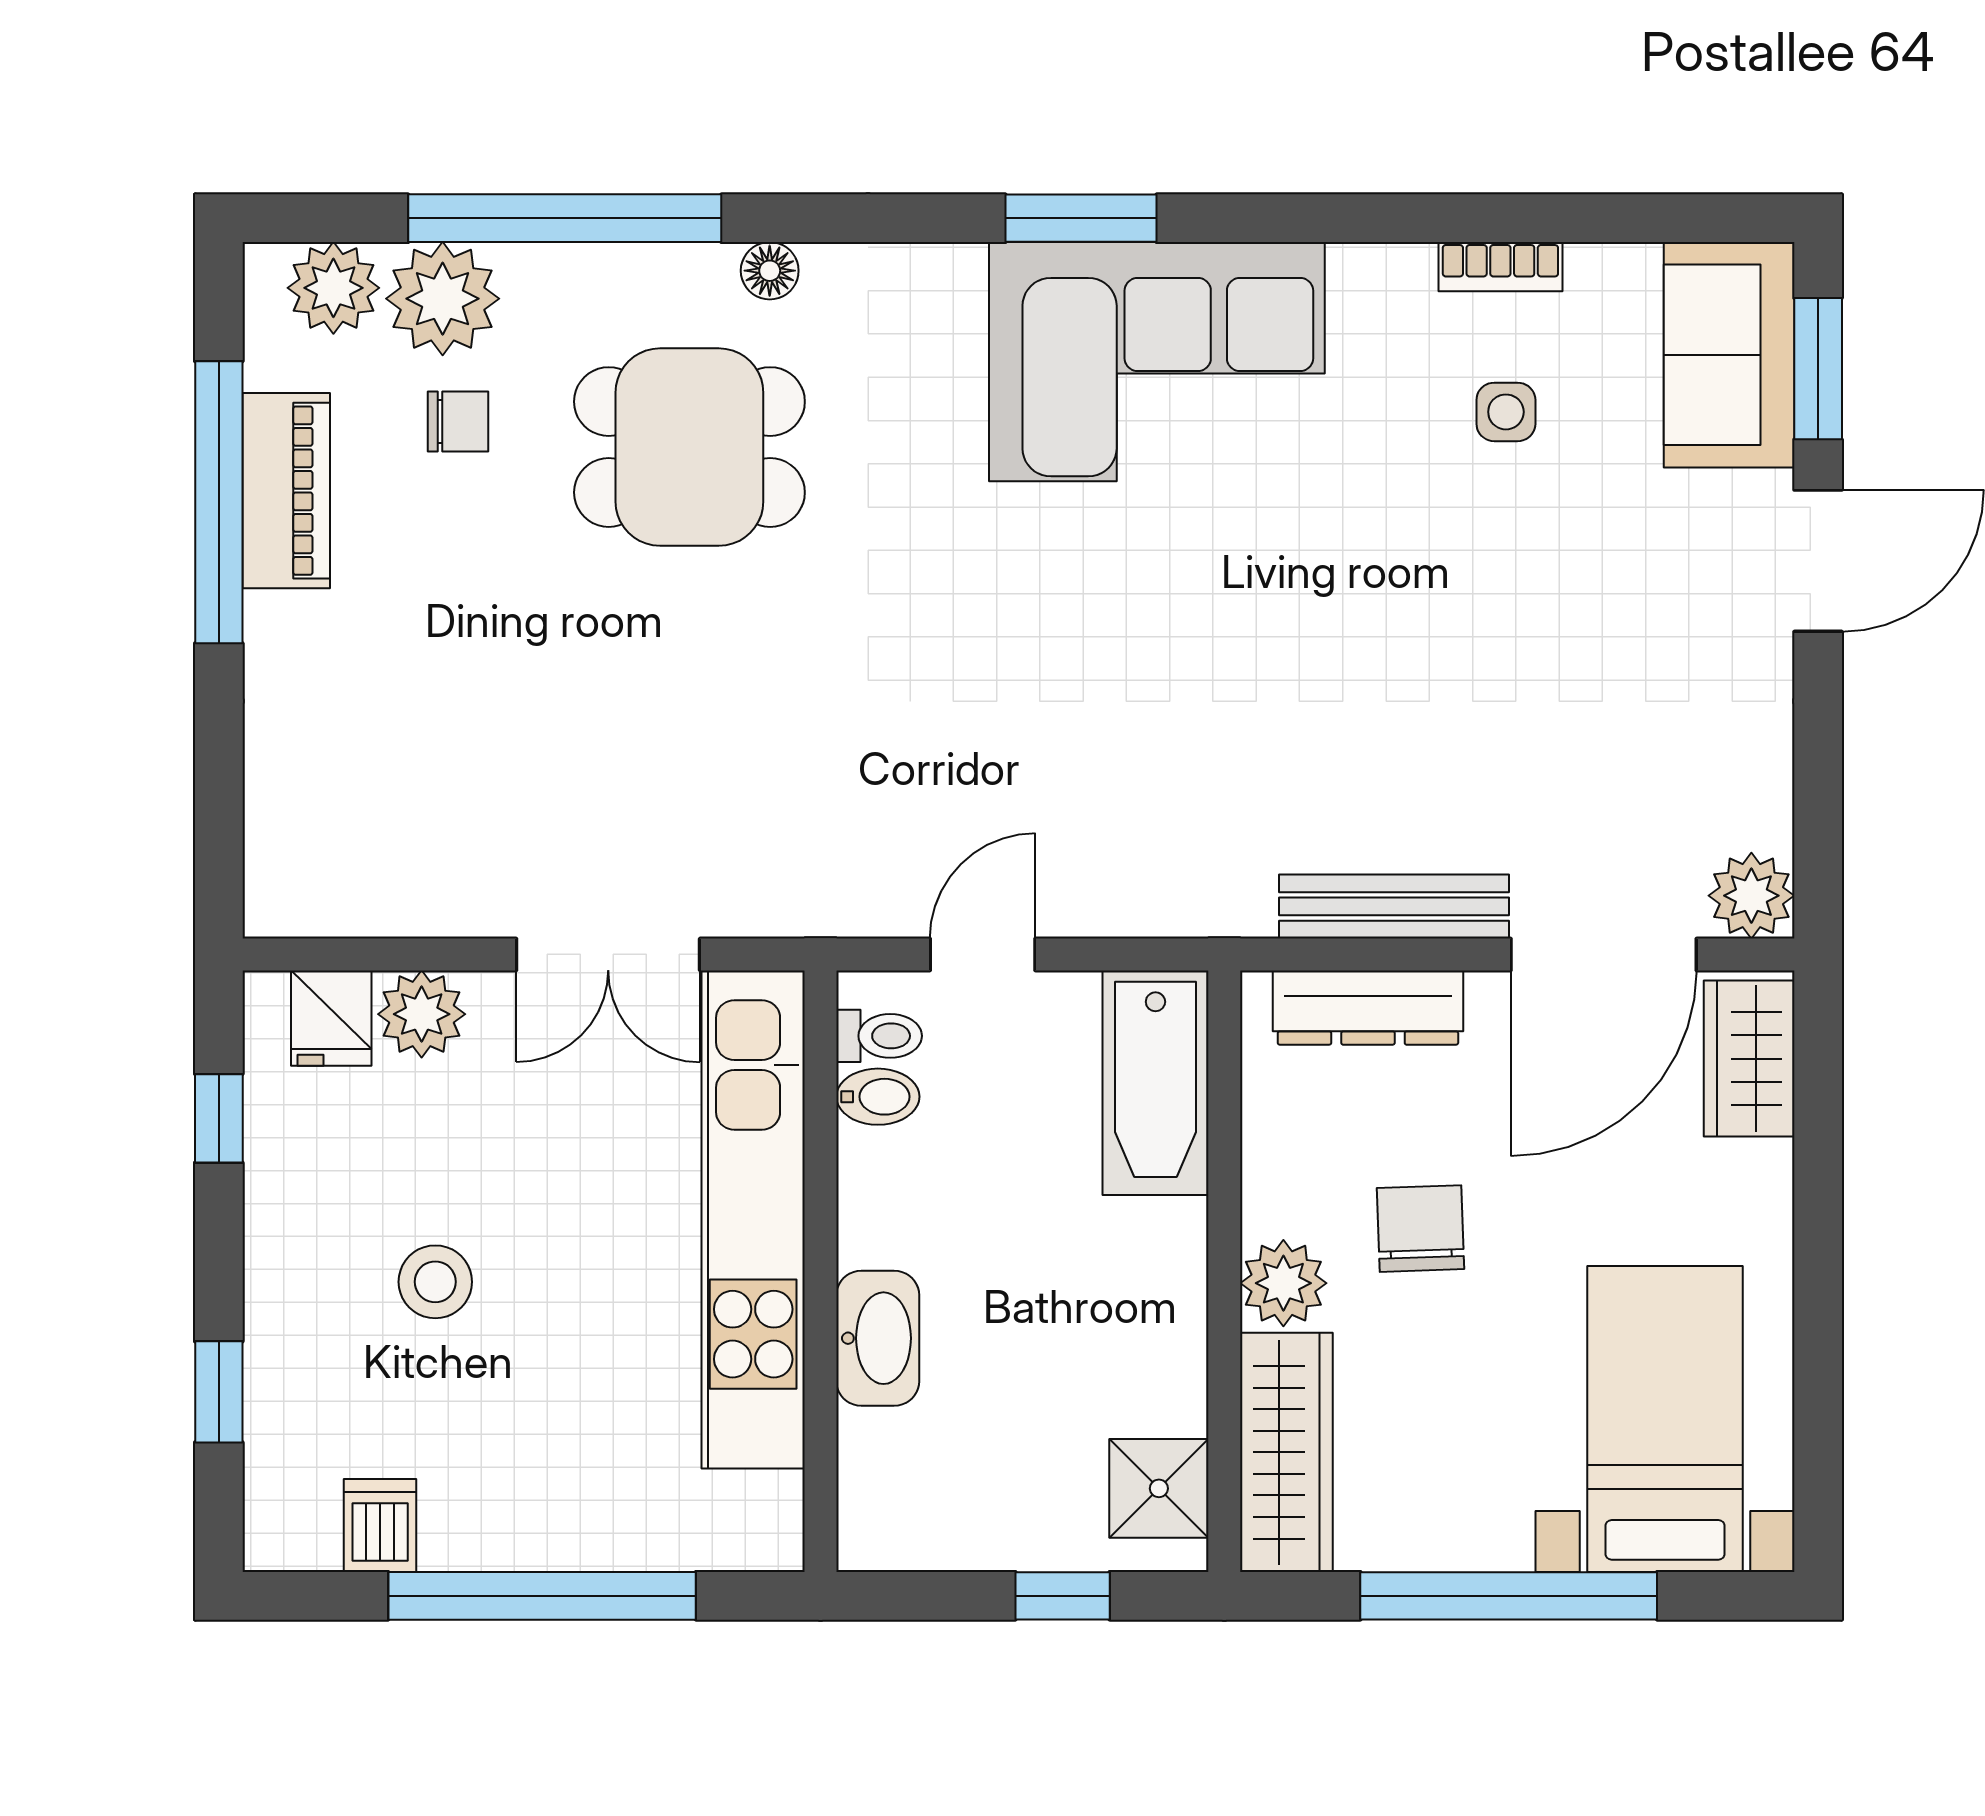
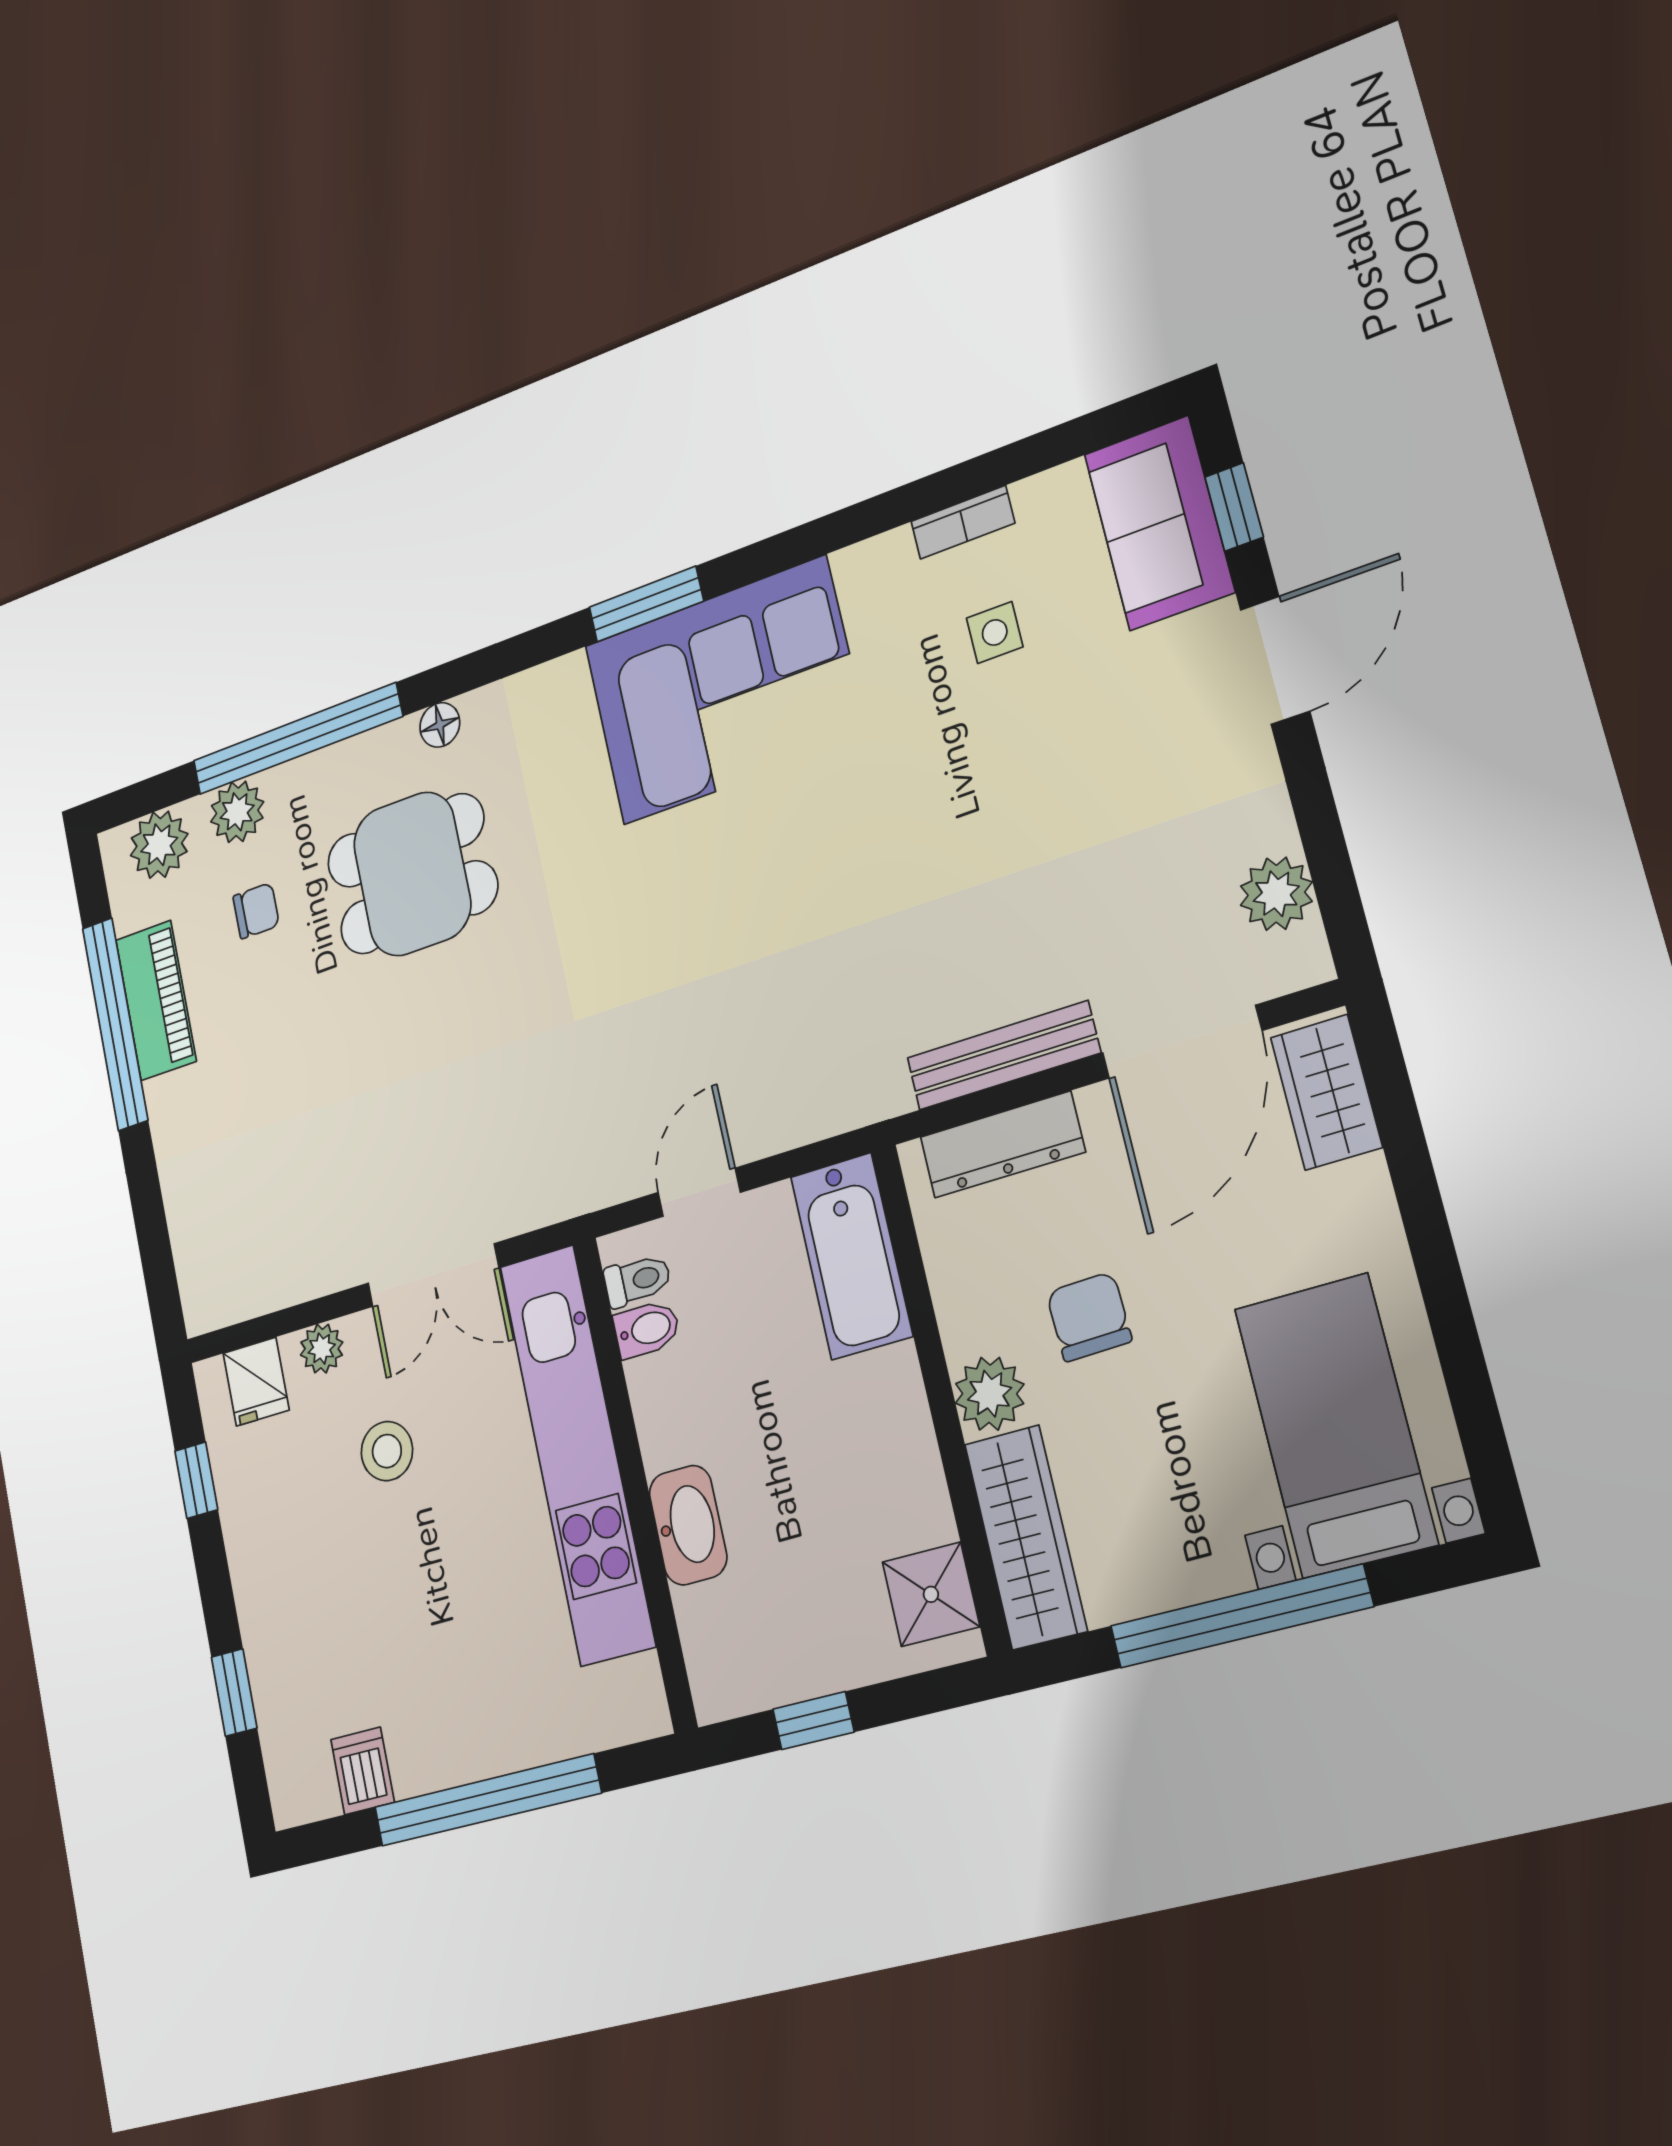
plant: (443, 299) -> (237, 812), width x0.73, depth x0.73
window: (1818, 369) -> (1234, 507), width x0.67
plant: (1751, 896) -> (1276, 894), moved
plant: (422, 1014) -> (322, 1349), width x0.73, depth x0.73
stool: (435, 1282) -> (387, 1451), moved
window: (1063, 1596) -> (813, 1721), moved

